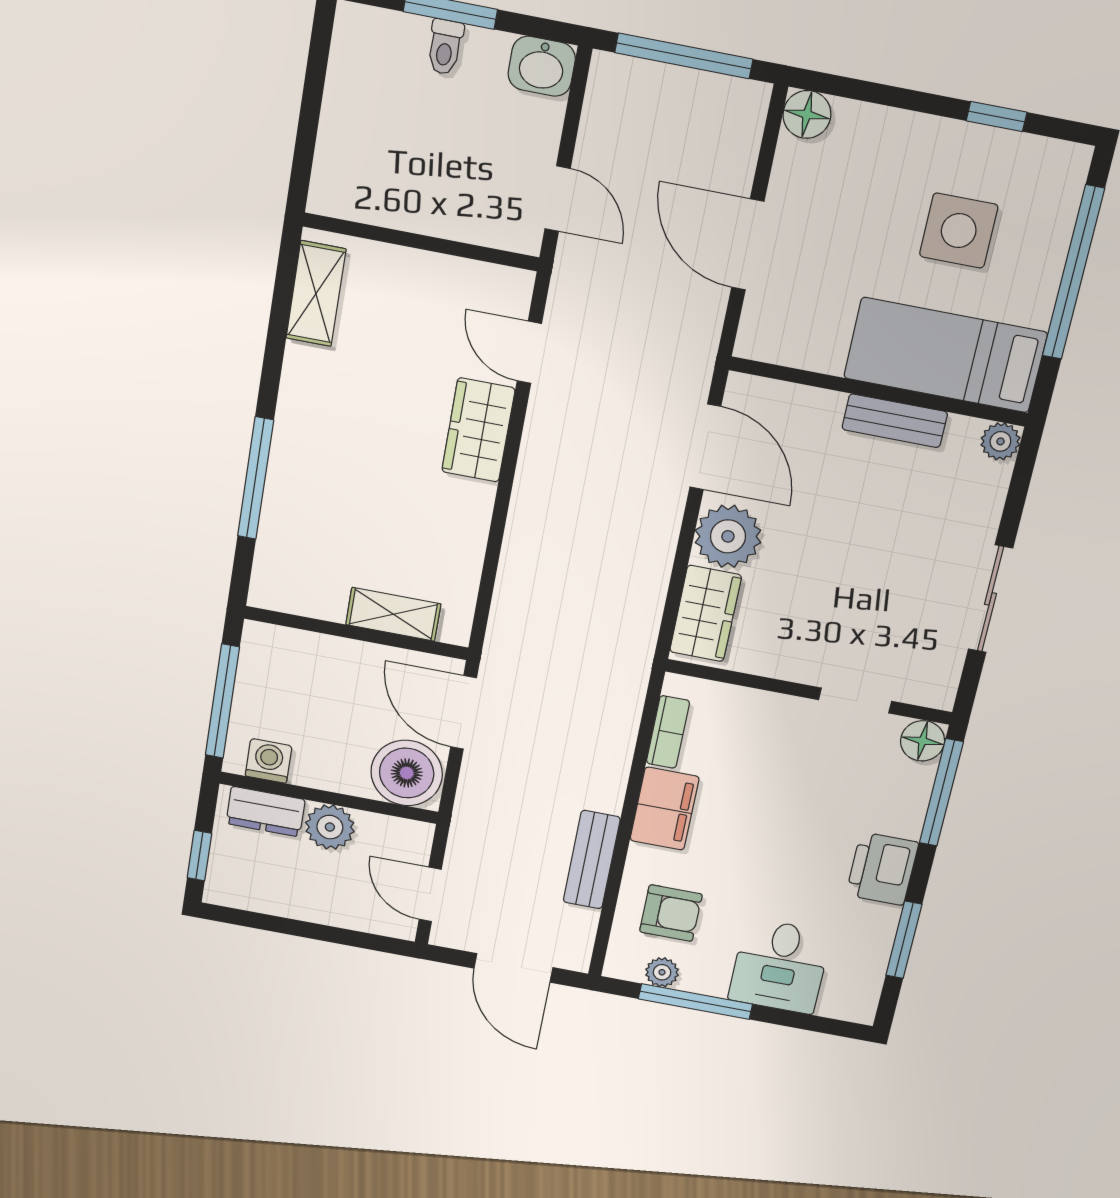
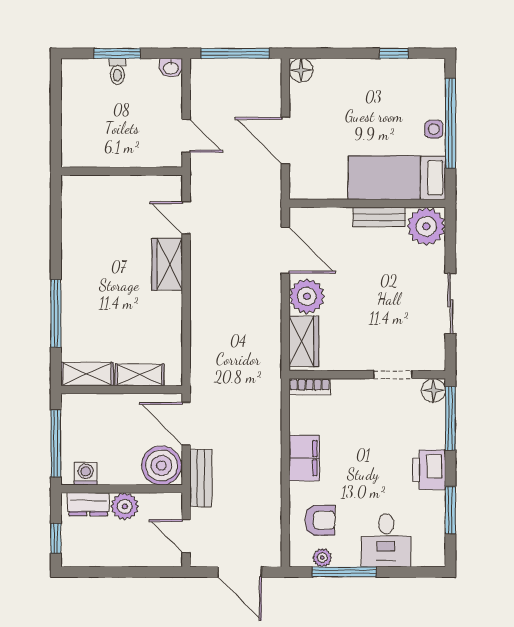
washbasin: (542, 66) -> (171, 68), width x0.72, depth x0.69
side table: (959, 231) -> (434, 129), moved, width x0.54, depth x0.54
shelving: (316, 294) -> (87, 374), moved, turned 90
plant: (1000, 441) -> (426, 226), width x1.88, depth x1.88
bookcase: (668, 732) -> (310, 387), moved, turned 90
bench: (592, 860) -> (201, 478), moved

